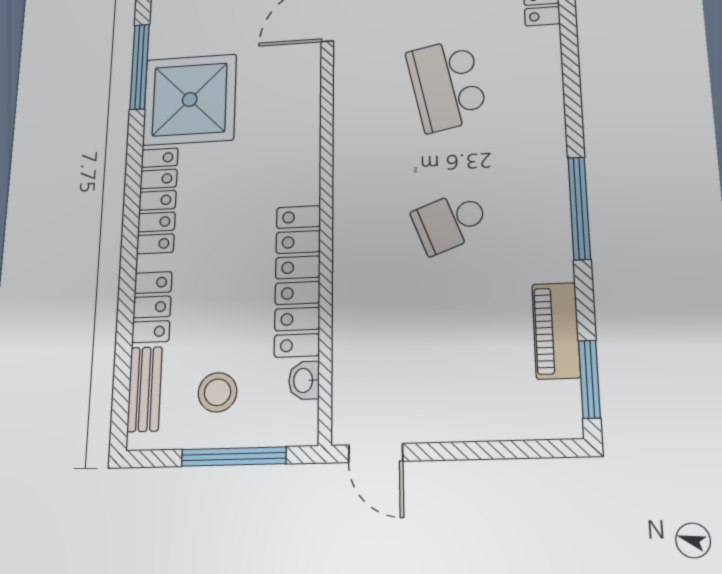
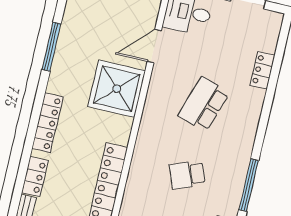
school desk: (447, 85) -> (204, 104), turned 30
shower: (190, 100) -> (117, 89), moved

